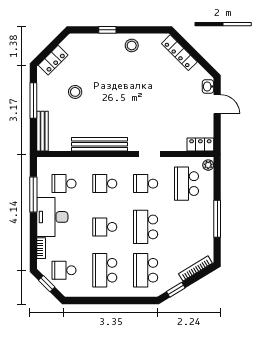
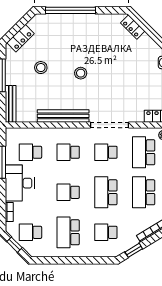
window: (107, 30) -> (71, 10), width x3.17
stool: (132, 45) -> (81, 73), moved
locker: (179, 53) -> (133, 27), width x0.66
doorway: (150, 154) -> (110, 125), width x1.88
school desk: (186, 227) -> (144, 192), added
school desk: (146, 270) -> (106, 232), width x0.54

